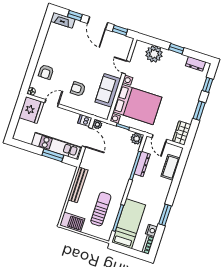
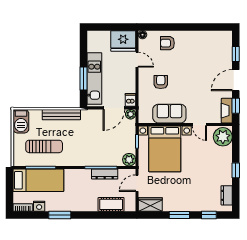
fireplace: (63, 20) -> (227, 111), moved
plant: (154, 54) -> (223, 137), moved
door: (126, 67) -> (199, 125), swing flipped

